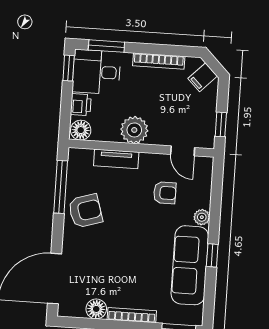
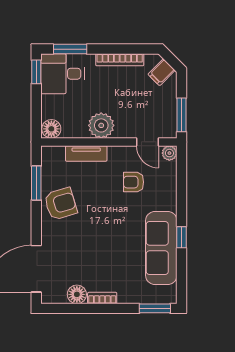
printer: (81, 105) -> (50, 105), removed
window: (221, 124) -> (181, 115), width x1.50
window: (61, 187) -> (36, 183), width x0.69
armchair: (165, 193) -> (134, 182), turned 180
plant: (202, 217) -> (169, 153), moved
bookcase: (132, 315) -> (102, 298), width x0.64

